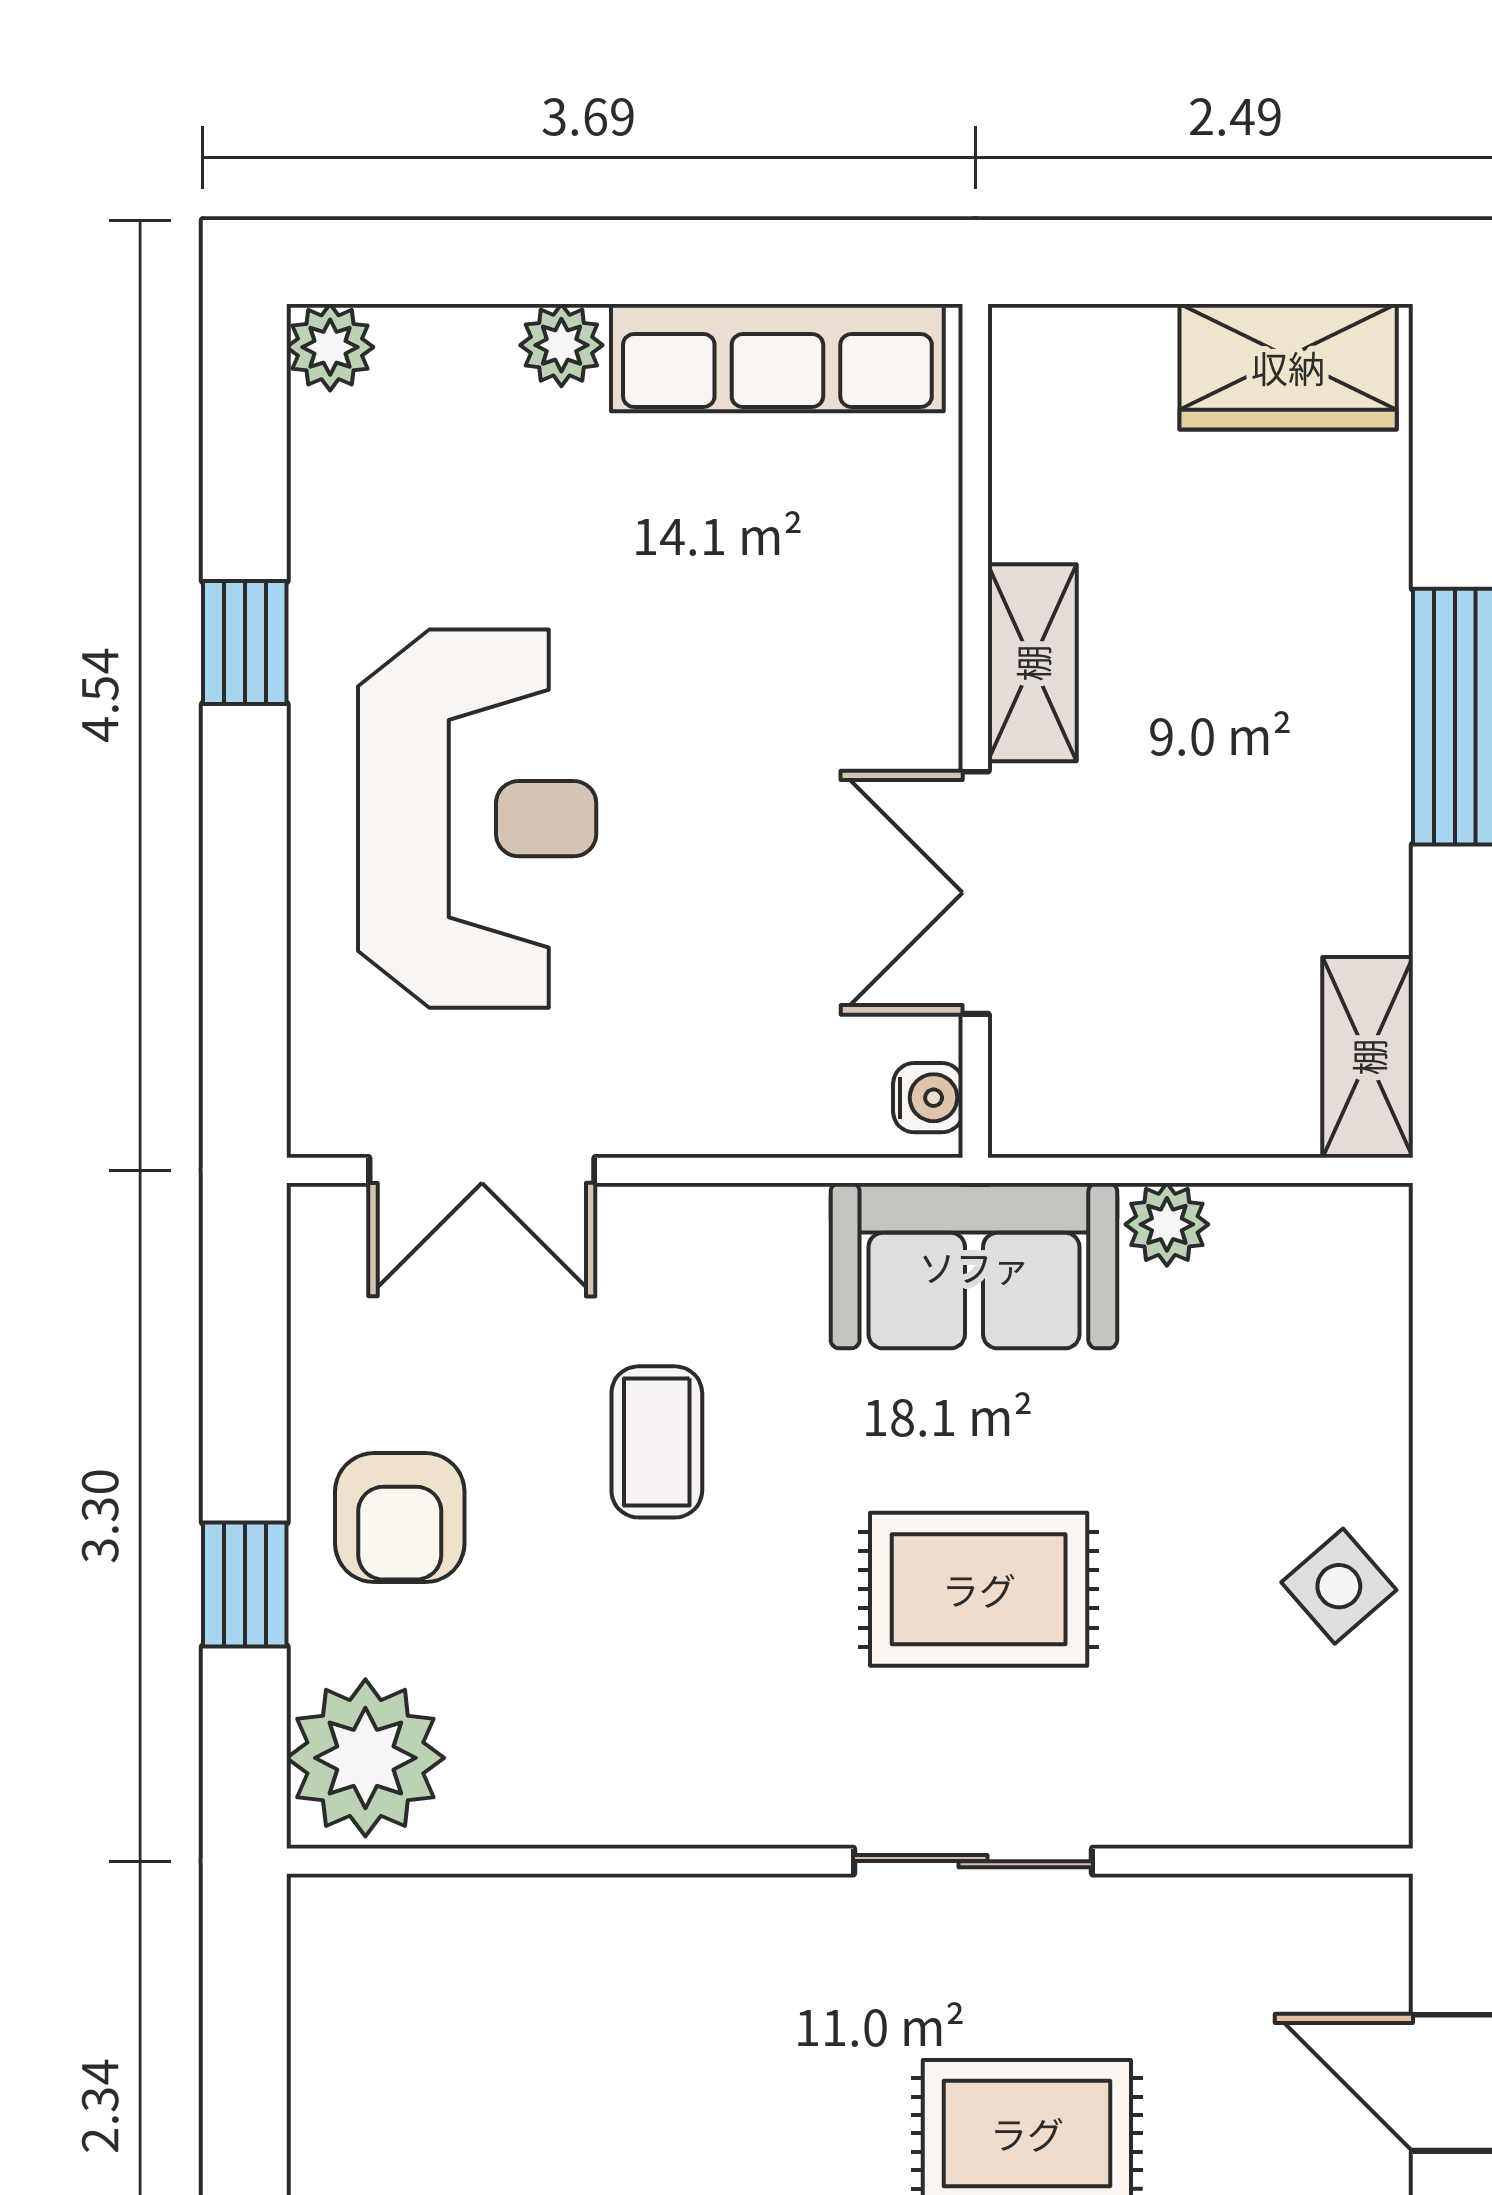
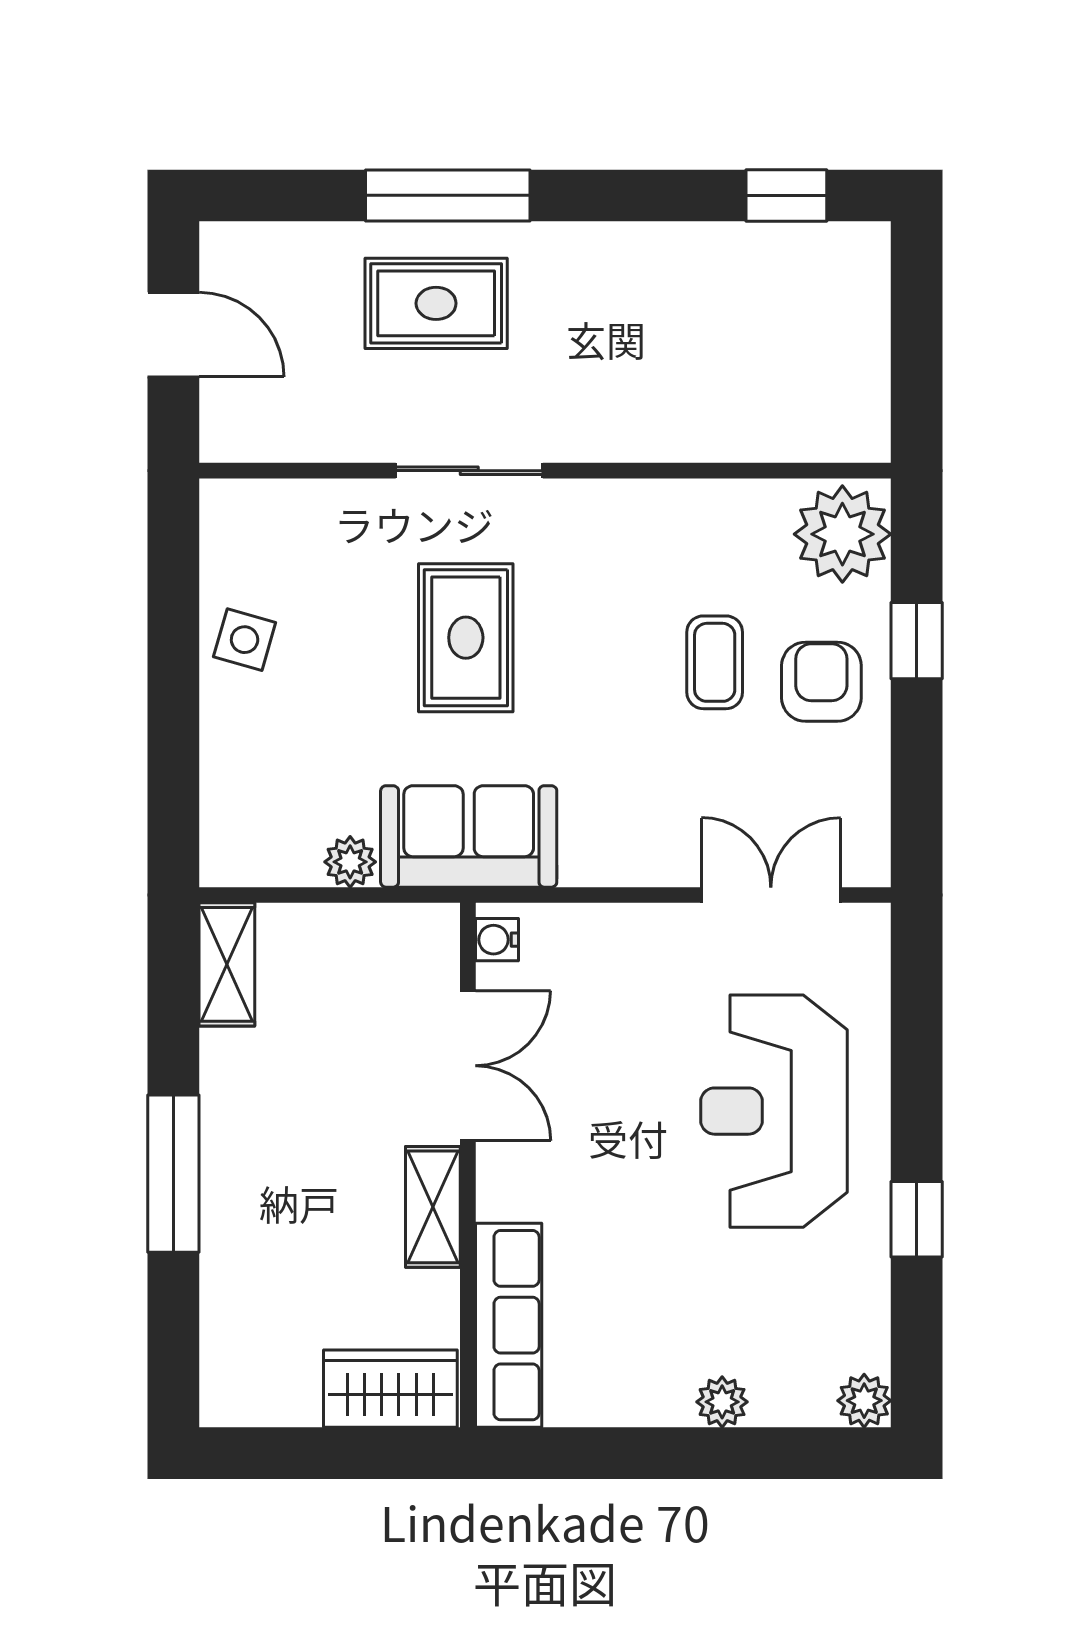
row of seats: (777, 358) -> (509, 1325), moved, turned 90
wardrobe: (1288, 367) -> (390, 1389), moved
coffee table: (657, 1442) -> (715, 662), moved
side table: (1339, 1586) -> (245, 640), turned -33
rug: (979, 1589) -> (466, 638), turned 90

